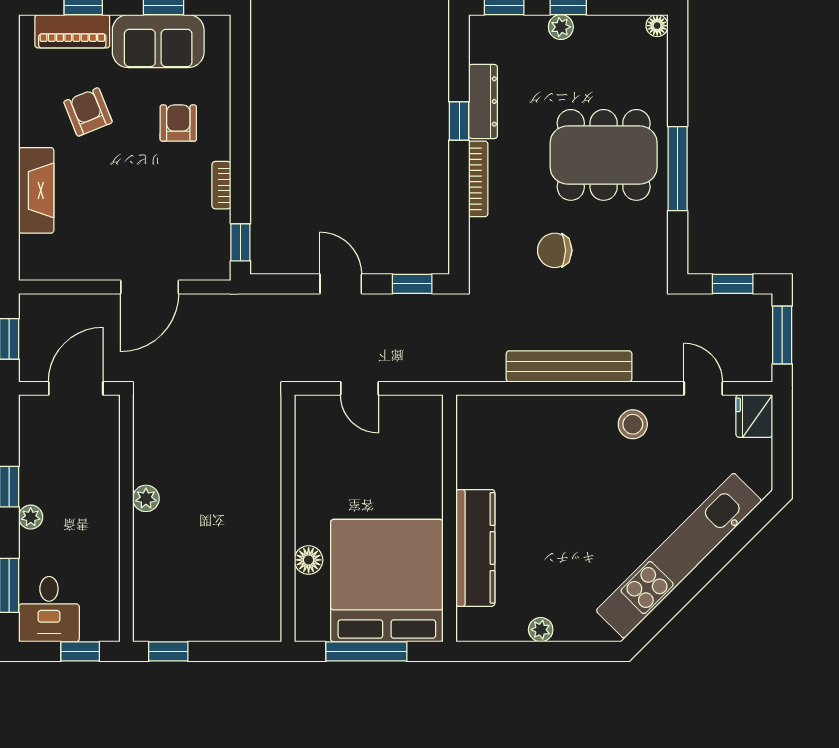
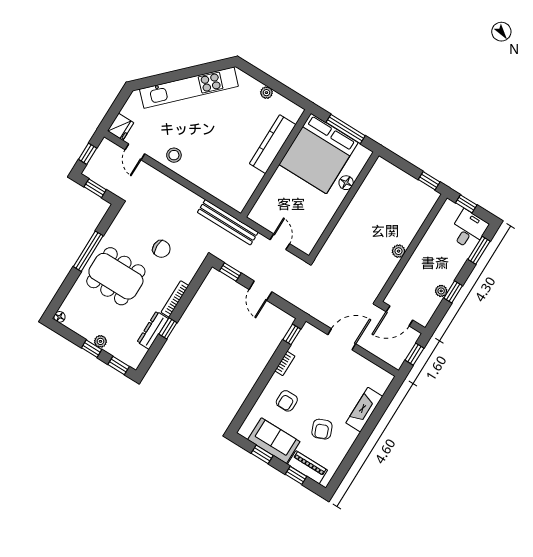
window: (782, 335) -> (88, 154), width x0.67
bench: (569, 366) -> (228, 222), moved
plant: (31, 517) -> (441, 291), moved

